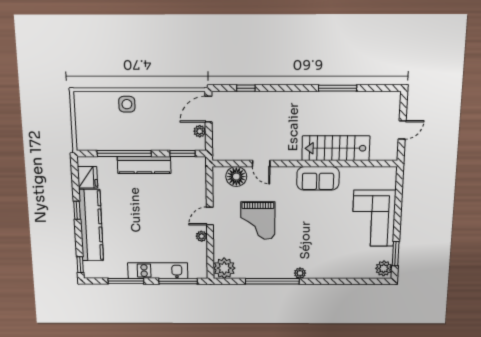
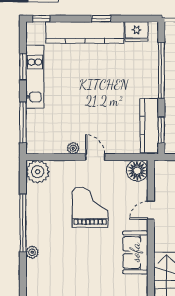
kitchen counter: (144, 165) -> (149, 126), moved
floor lamp: (236, 177) -> (137, 171), moved
sofa: (318, 178) -> (135, 252), moved
grand piano: (258, 221) -> (90, 207), turned 90
kitchen unit: (158, 271) -> (35, 77), moved
window: (126, 281) -> (23, 67), width x0.69

